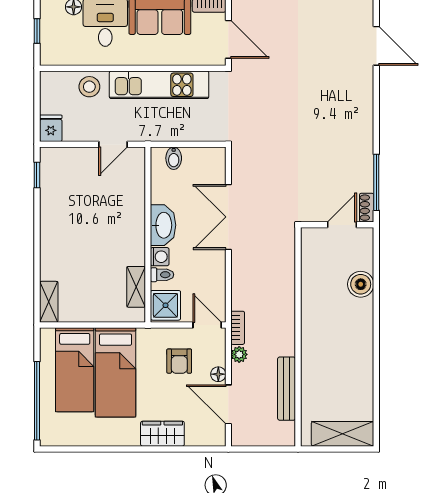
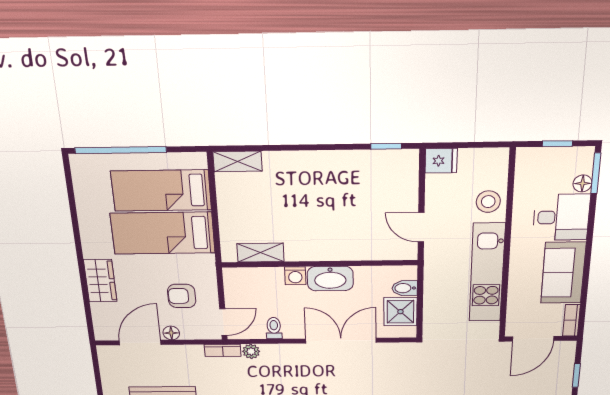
toilet: (162, 275) -> (274, 328), moved, turned 180
shower: (165, 305) -> (400, 312), moved
plant: (239, 354) -> (251, 351), moved

